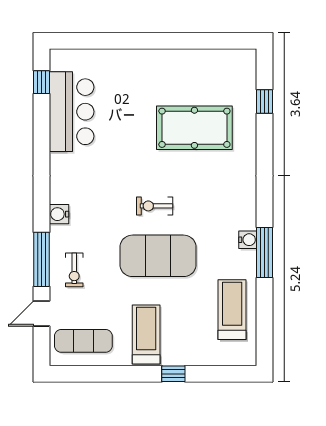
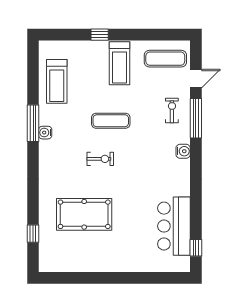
exercise bike: (155, 206) -> (100, 159), moved
exercise mat: (158, 256) -> (111, 121), width x0.50, depth x0.69

